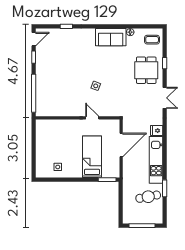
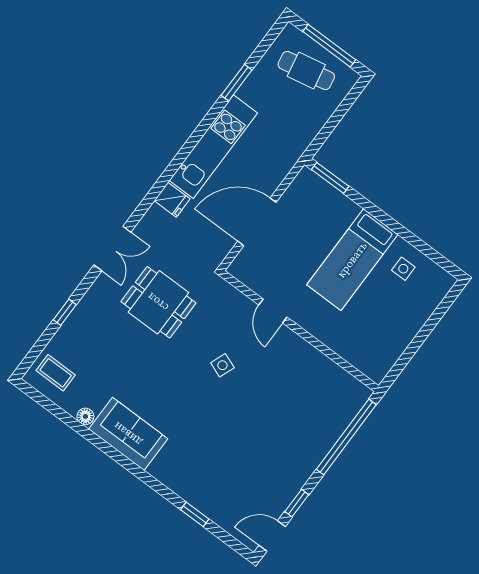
dining table: (146, 70) -> (158, 302), moved, turned 90
double door: (165, 98) -> (112, 249), swing flipped
bed: (92, 157) -> (352, 260), moved
cafe table: (148, 197) -> (306, 70), moved

